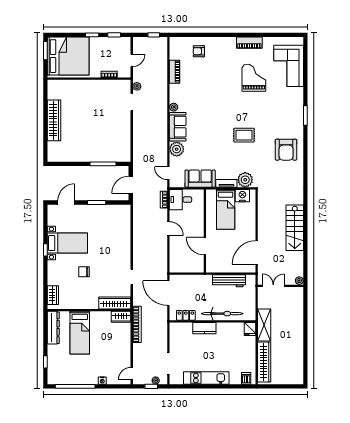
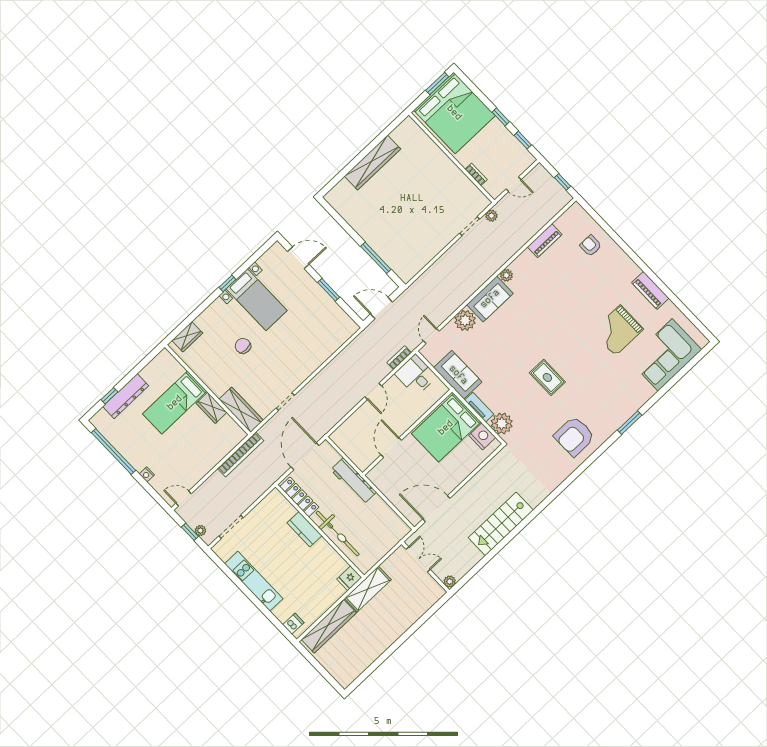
grand piano: (254, 78) -> (618, 330), turned 180
bed: (226, 209) -> (446, 428), width x1.50
workbench: (229, 281) -> (353, 481), moved
locker: (186, 315) -> (299, 497), width x1.53
wardrobe: (121, 317) -> (212, 408), moved
dresser: (53, 328) -> (126, 396), moved

